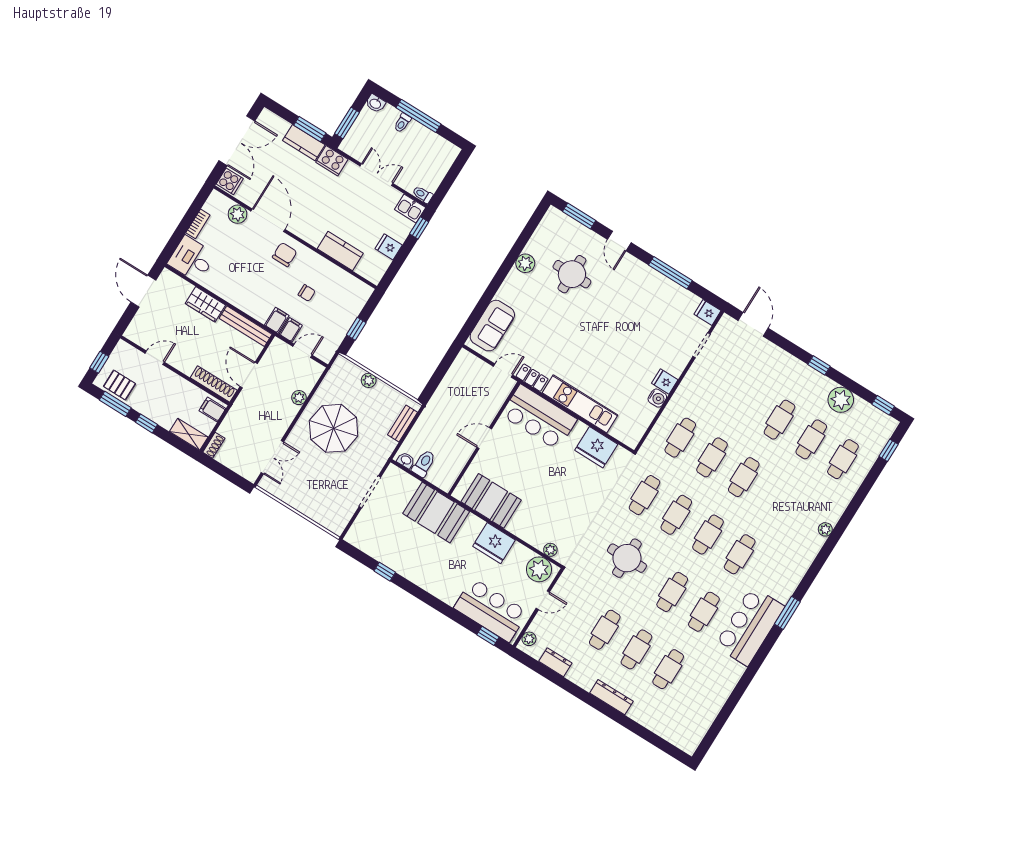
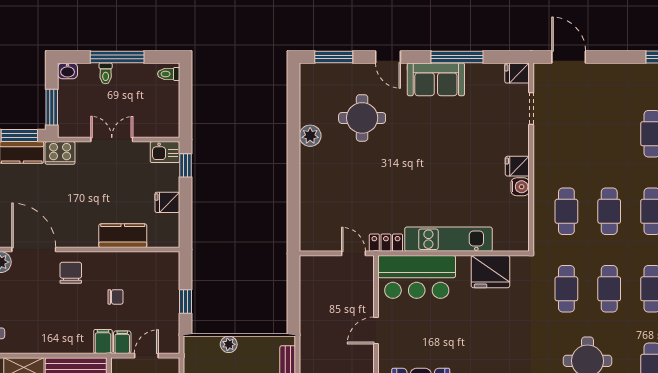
toilet: (423, 194) -> (169, 74), moved
sofa: (492, 326) -> (436, 79), moved, turned 90
door: (503, 371) -> (354, 253), hinge flipped

